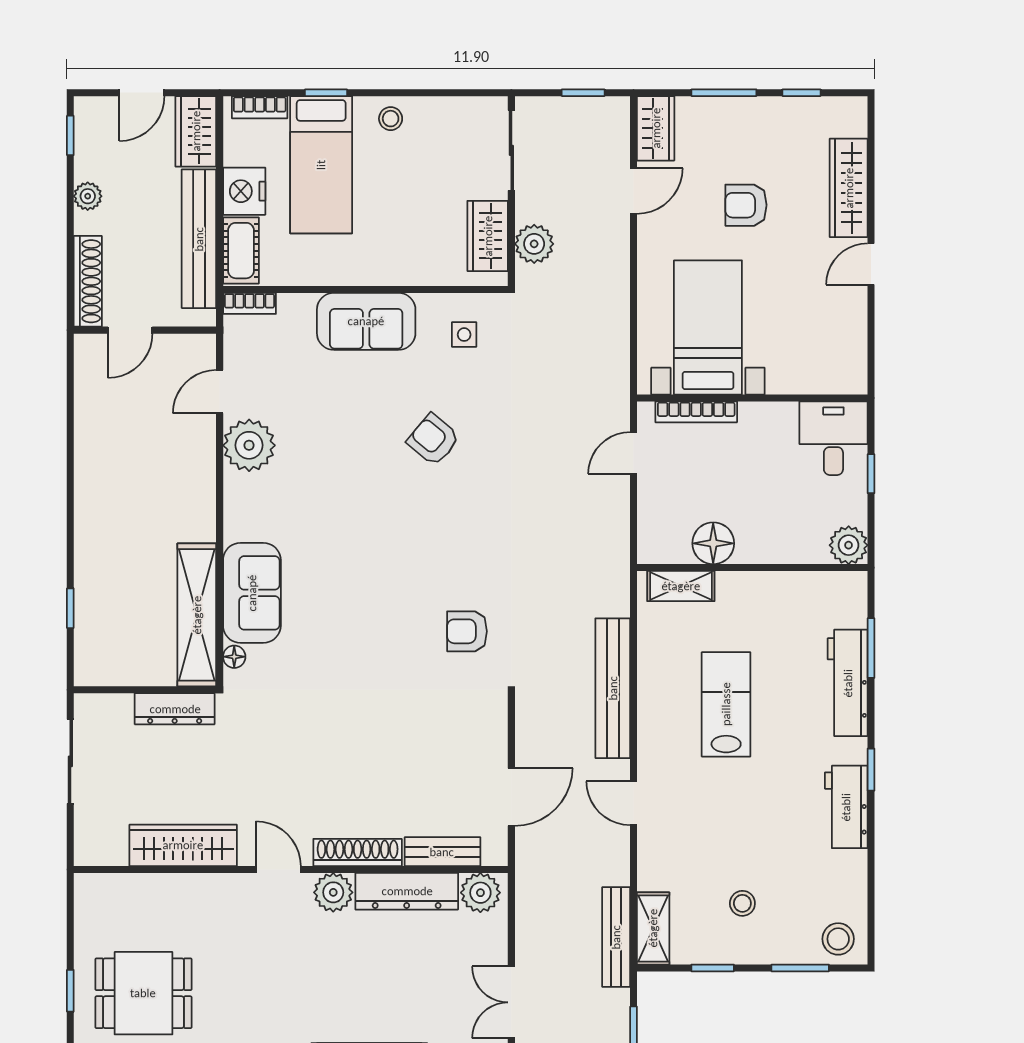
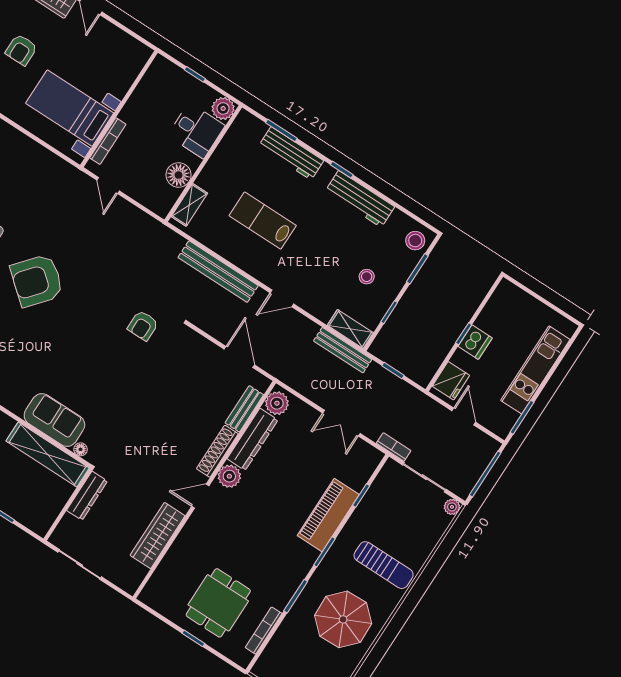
desk: (833, 438) -> (196, 131), moved, turned 180
armchair: (433, 440) -> (37, 281), width x1.88, depth x1.88
workbench: (846, 807) -> (360, 199), width x1.38

